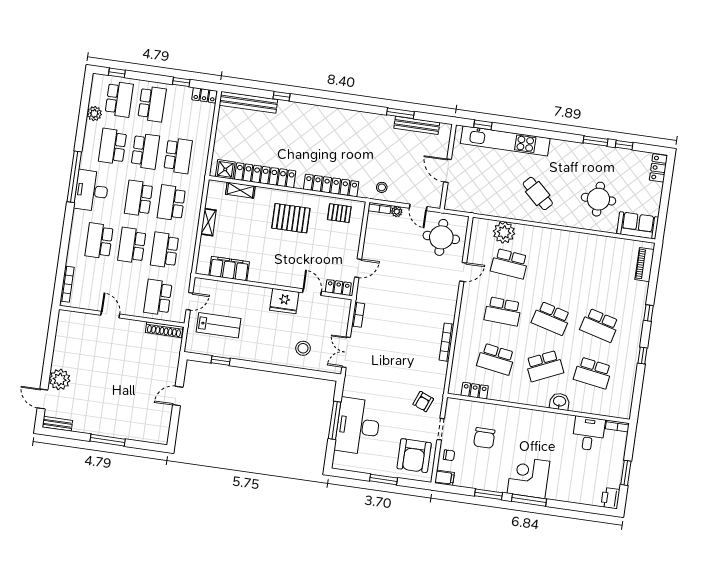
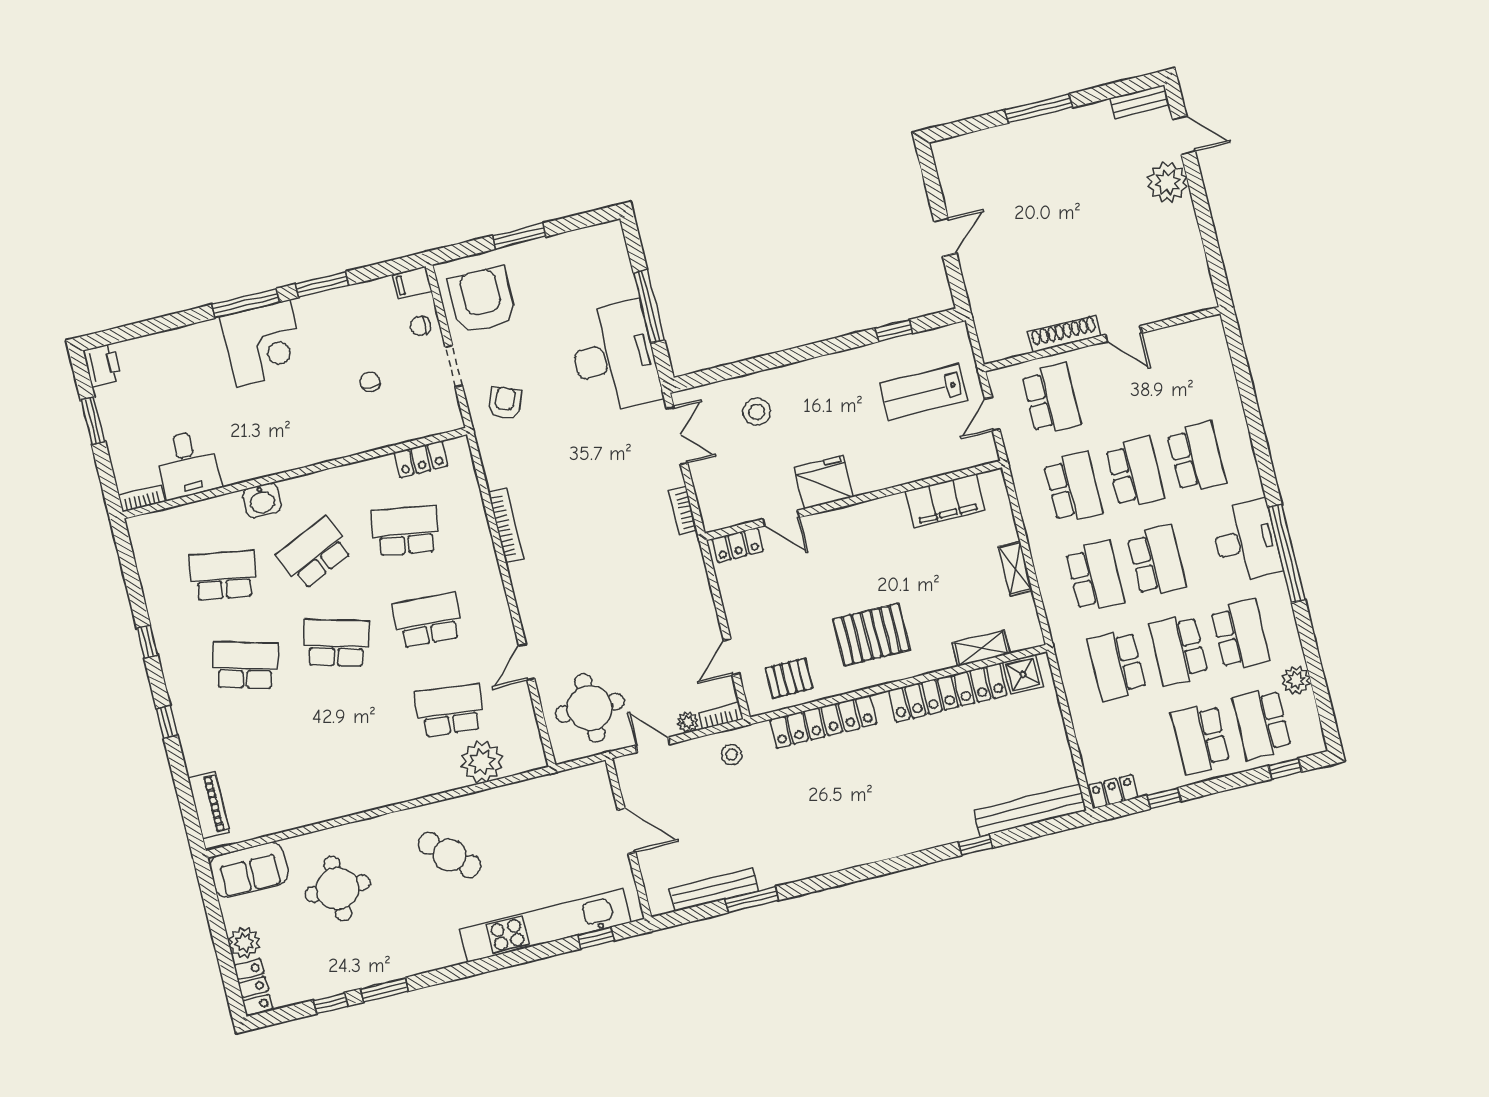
plant: (654, 191) -> (244, 943), added
door: (358, 268) -> (732, 657), moved
bookcase: (67, 284) -> (1222, 357), removed
shoe rack: (164, 330) -> (1064, 334), moved
desk: (358, 426) -> (614, 357), moved
chair: (484, 438) -> (370, 382), width x0.54, depth x0.54

